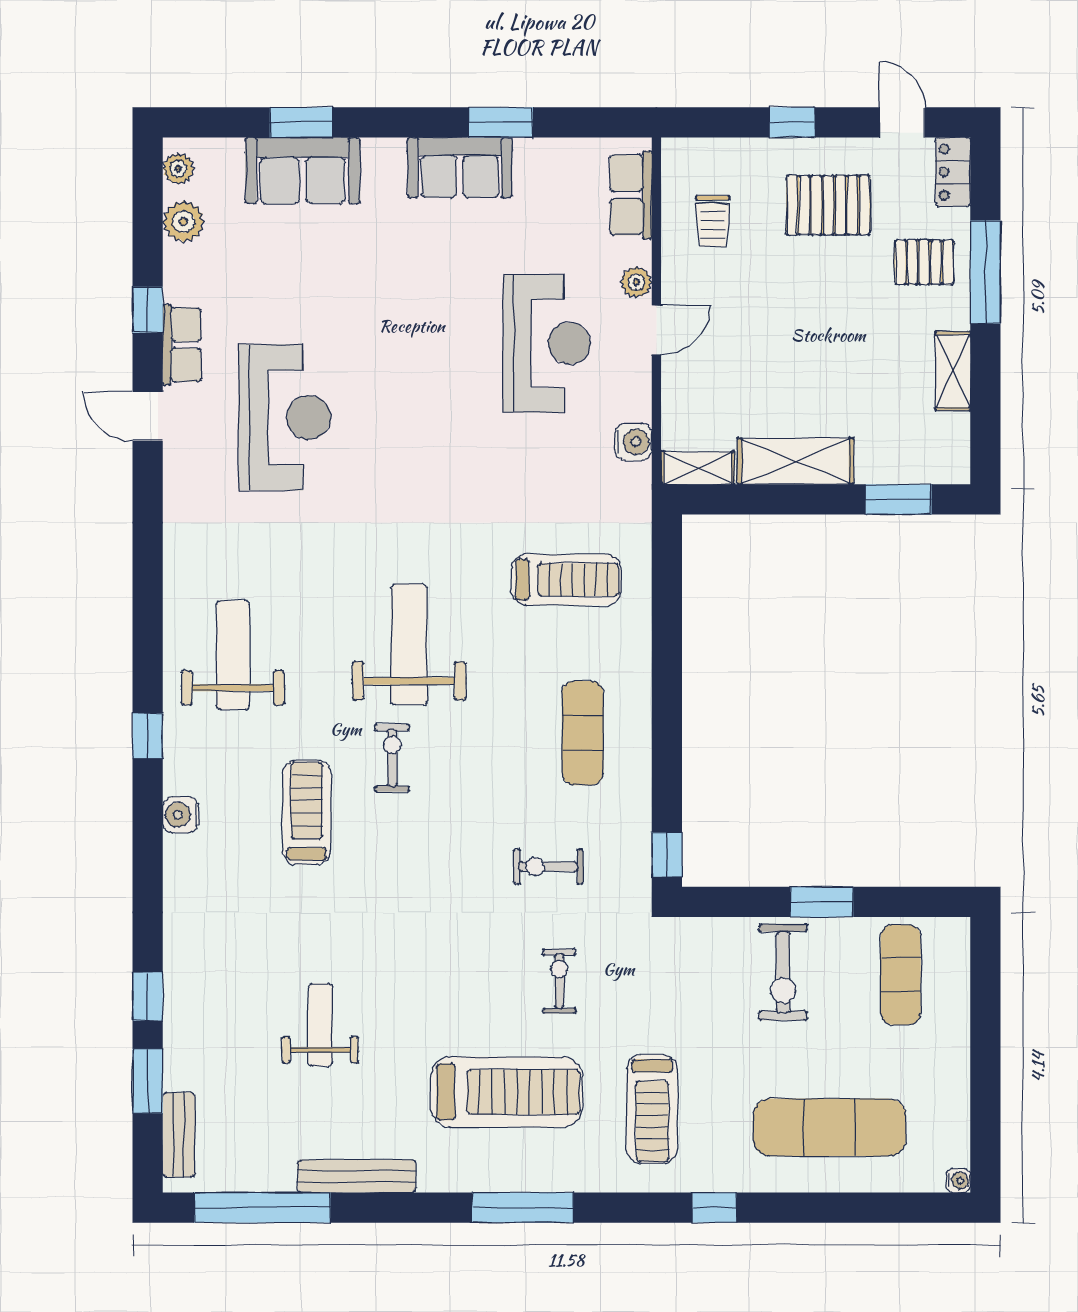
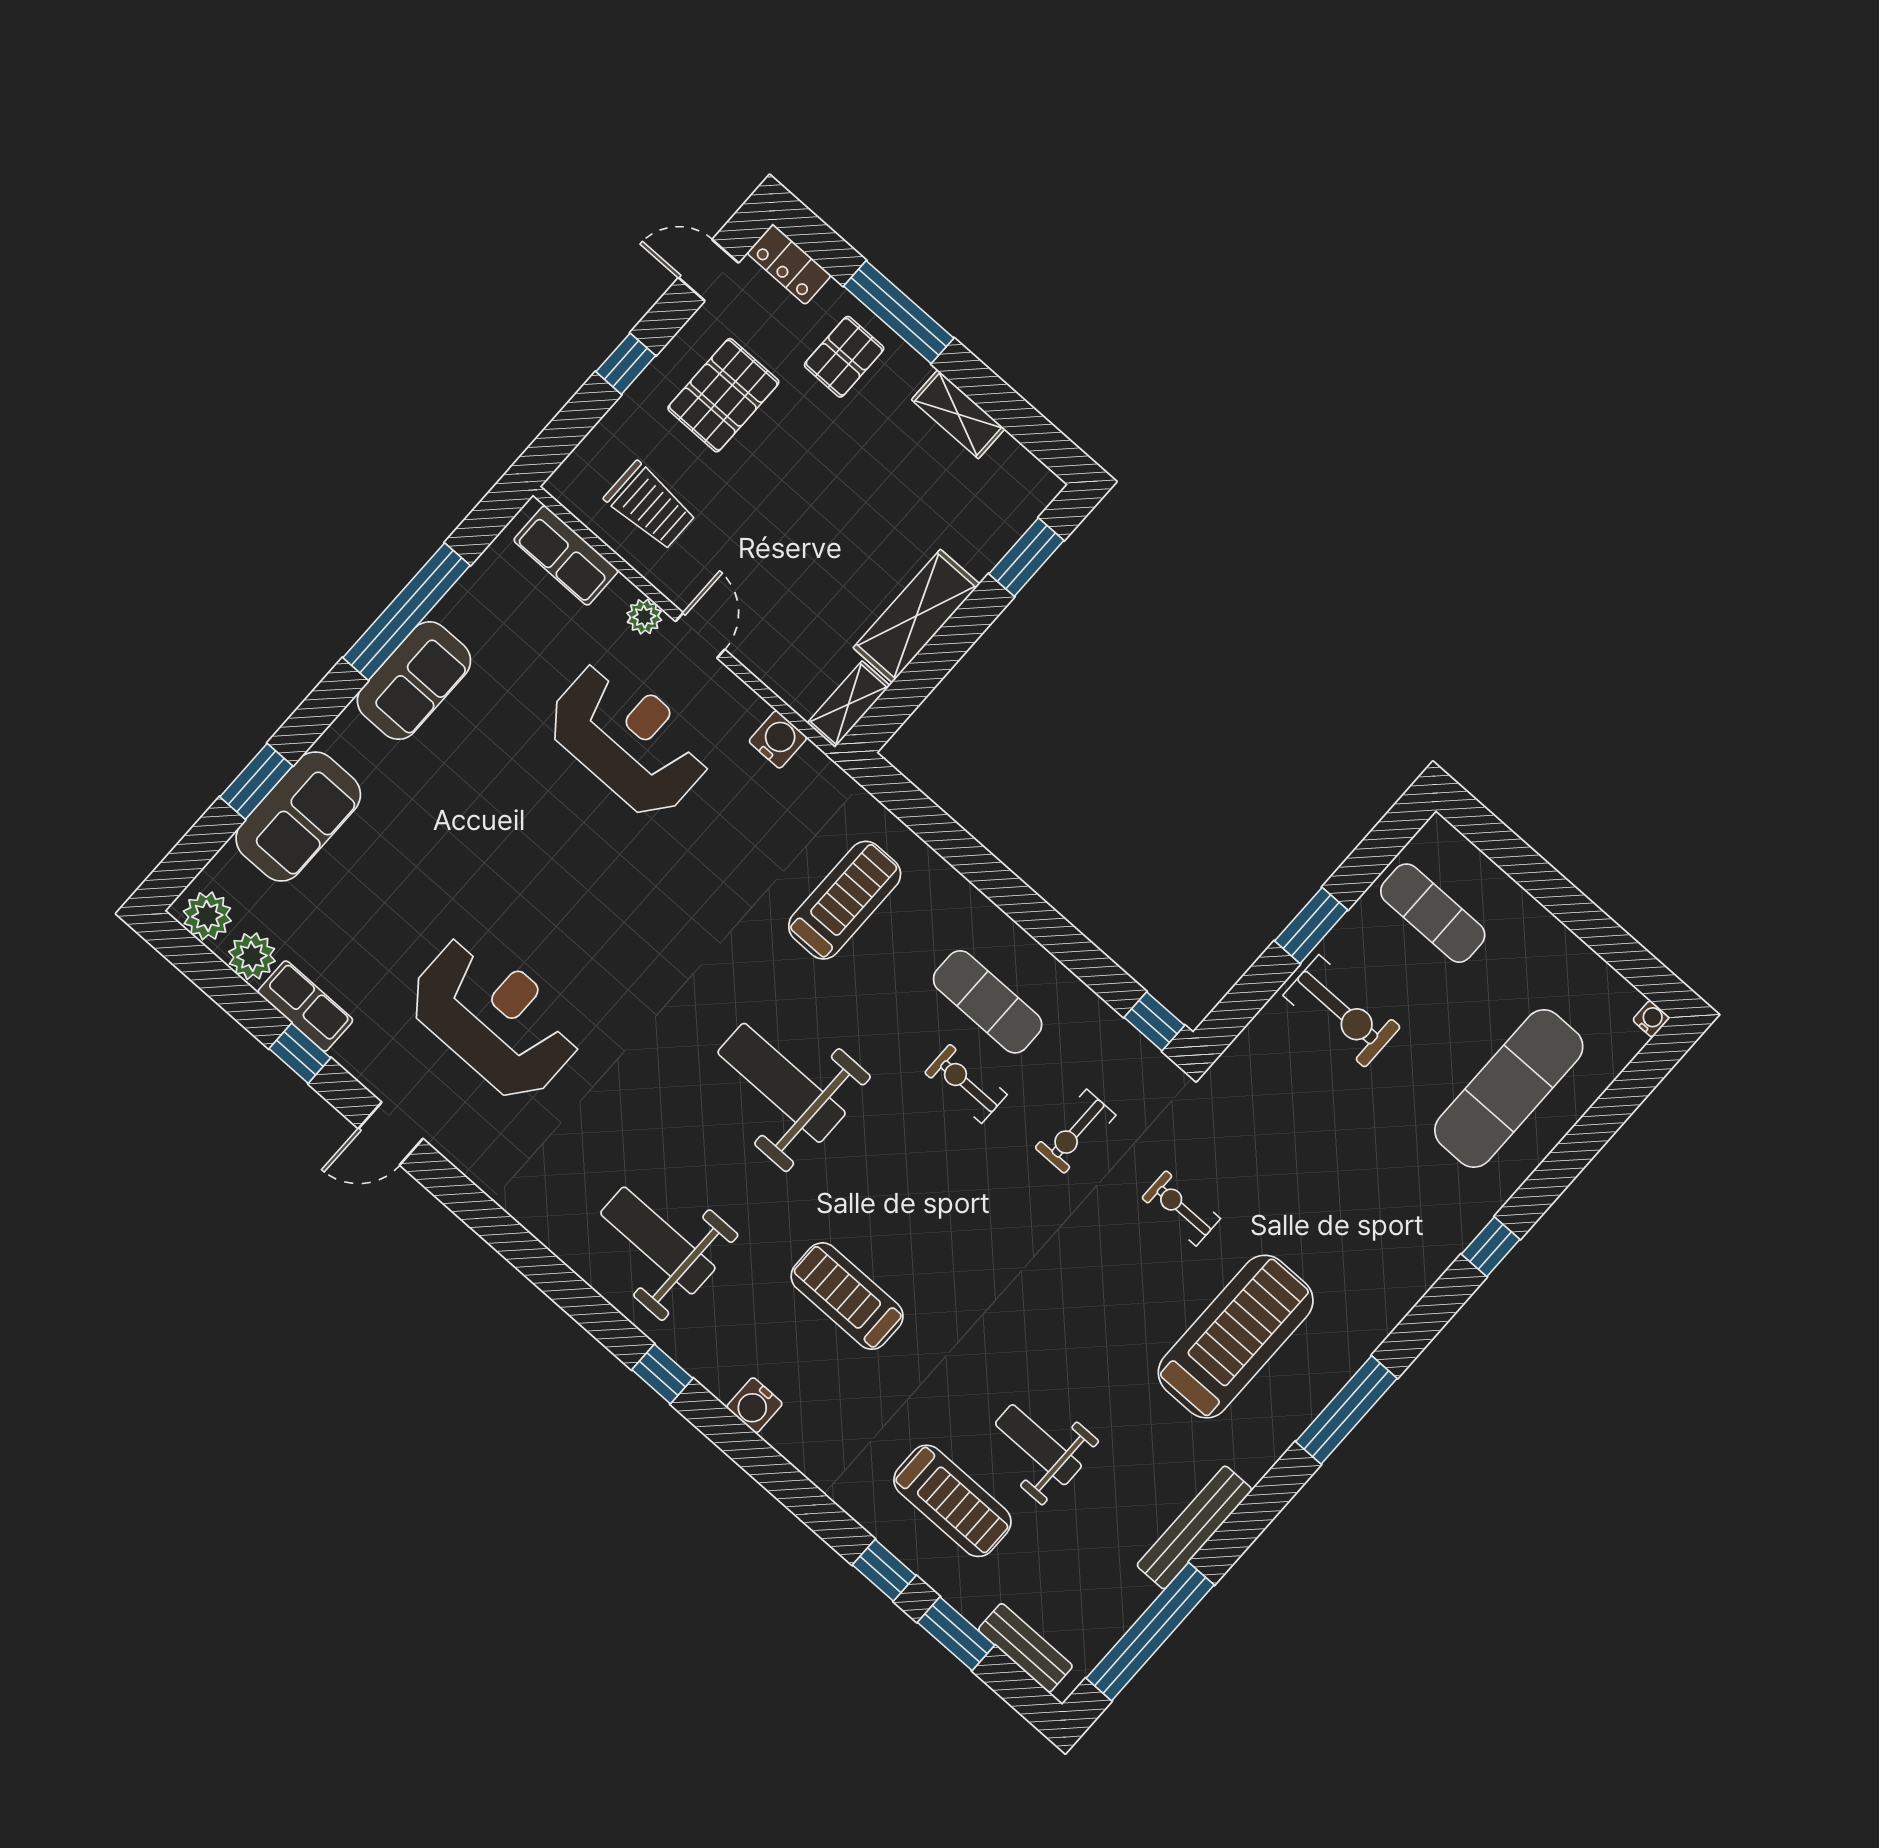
window: (501, 122) -> (406, 612), width x2.11
plant: (178, 169) -> (207, 916), width x1.38, depth x1.38
trolley: (713, 221) -> (650, 506), width x1.36, depth x1.39
row of seats: (182, 345) -> (305, 1006), moved
exercise bike: (392, 758) -> (966, 1084), moved
treadmill: (652, 1109) -> (952, 1501), moved

